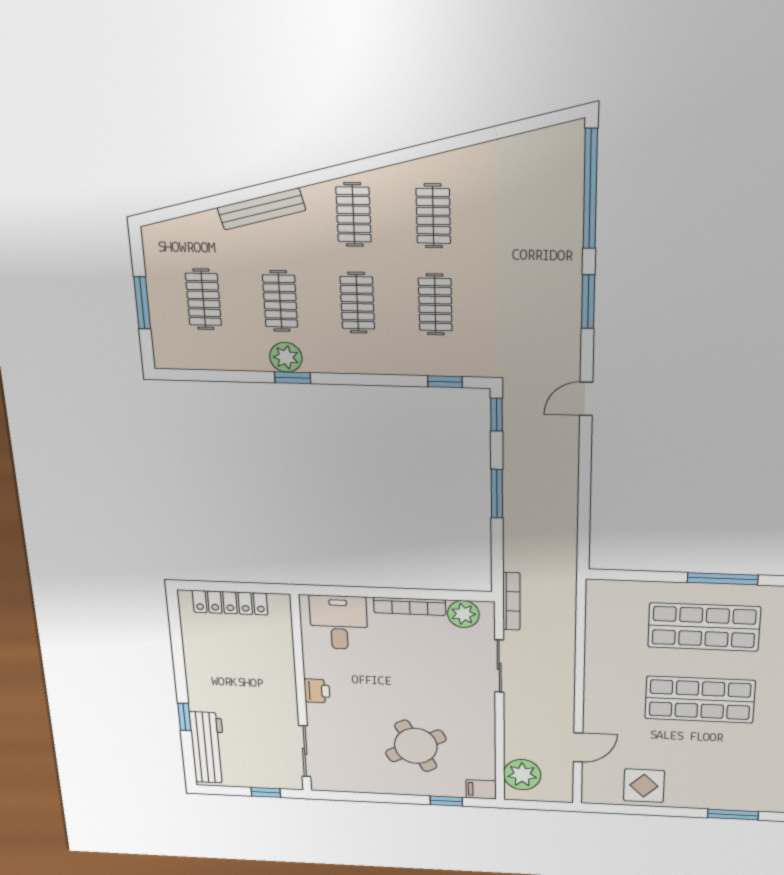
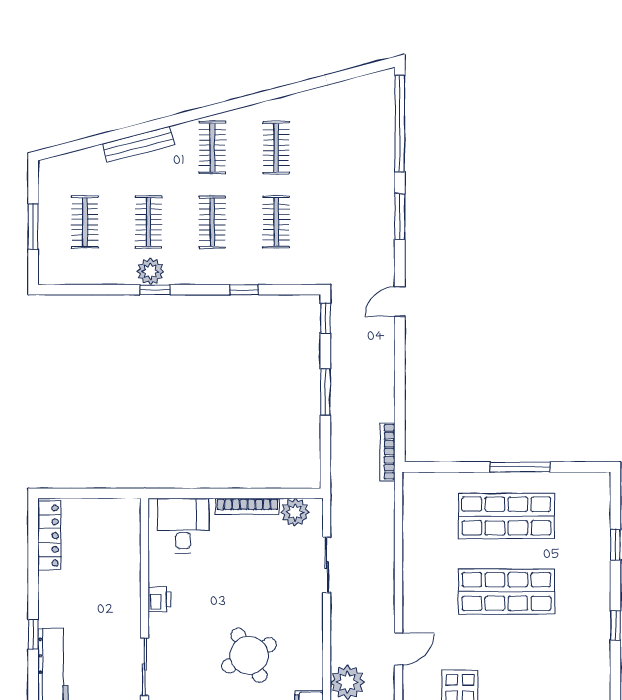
window: (445, 382) -> (244, 290), moved
bookcase: (511, 601) -> (387, 452), moved, turned 180
locker: (230, 603) -> (49, 536), moved, turned -90

